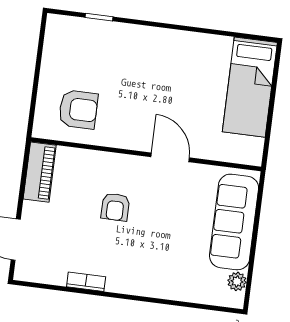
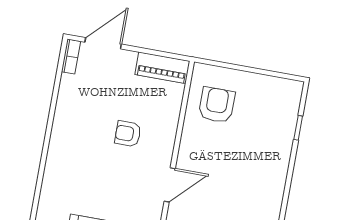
armchair: (78, 109) -> (217, 105), turned 180
bookcase: (86, 282) -> (71, 57), moved

